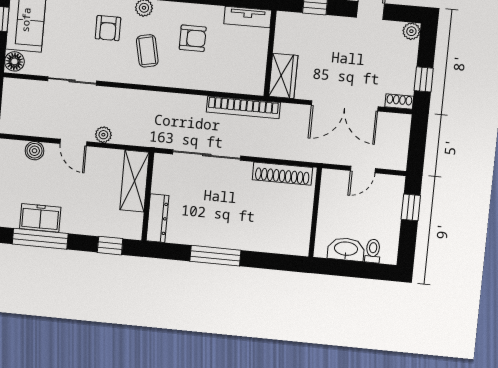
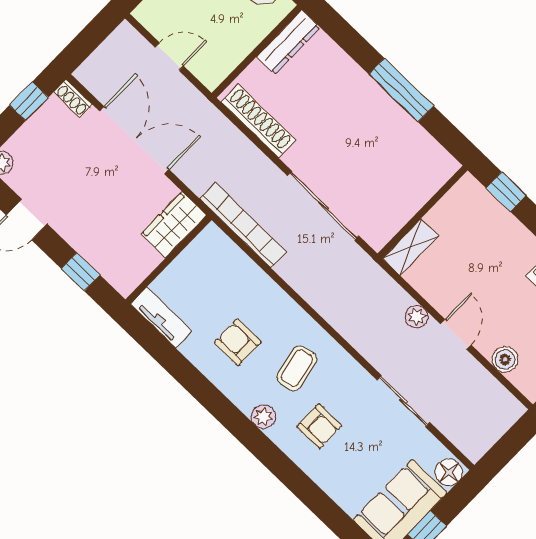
armchair: (108, 28) -> (319, 426), turned 90
shelving: (135, 181) -> (411, 247), width x0.67, depth x0.75
dresser: (158, 218) -> (288, 42), moved, turned 180

